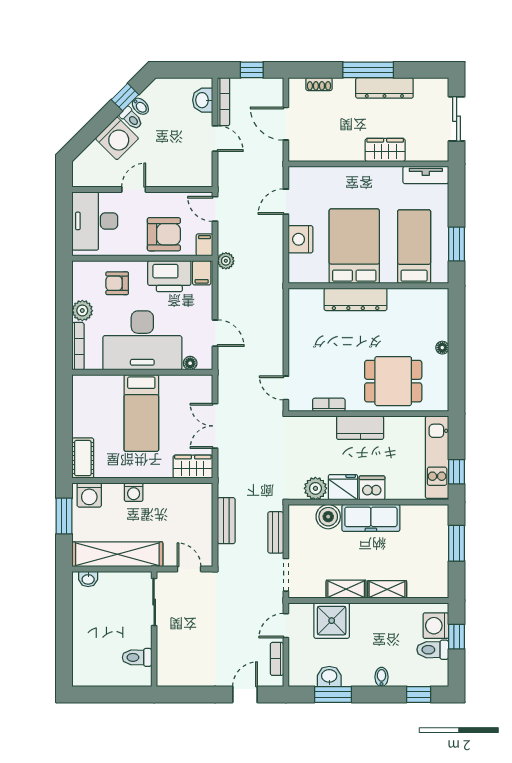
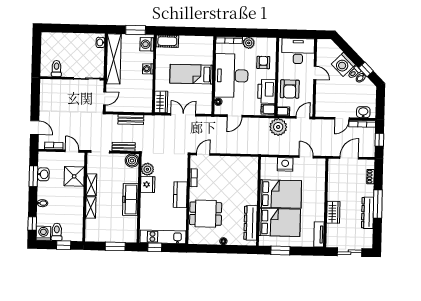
bed: (414, 247) -> (280, 222), width x1.50
plant: (226, 261) -> (278, 127), width x1.88, depth x1.88
dresser: (356, 299) -> (251, 223), moved
dining table: (393, 381) -> (206, 214), turned 90
dishwasher: (372, 488) -> (147, 200), removed
boiler: (328, 517) -> (132, 161), moved
washing machine: (436, 626) -> (43, 233), moved

